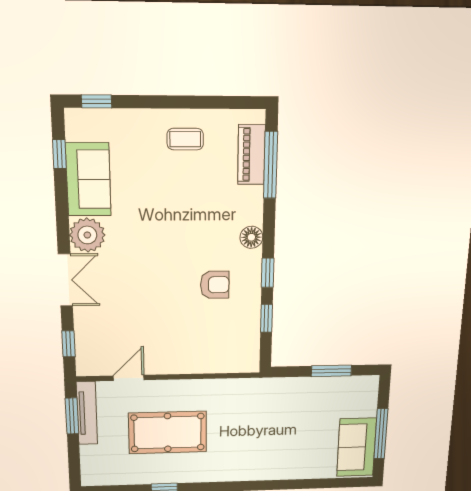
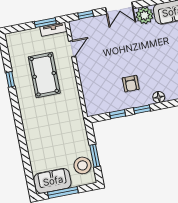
door: (129, 378) -> (72, 49), hinge flipped
stool: (343, 394) -> (82, 165), added
tv unit: (87, 413) -> (54, 29), width x0.71

